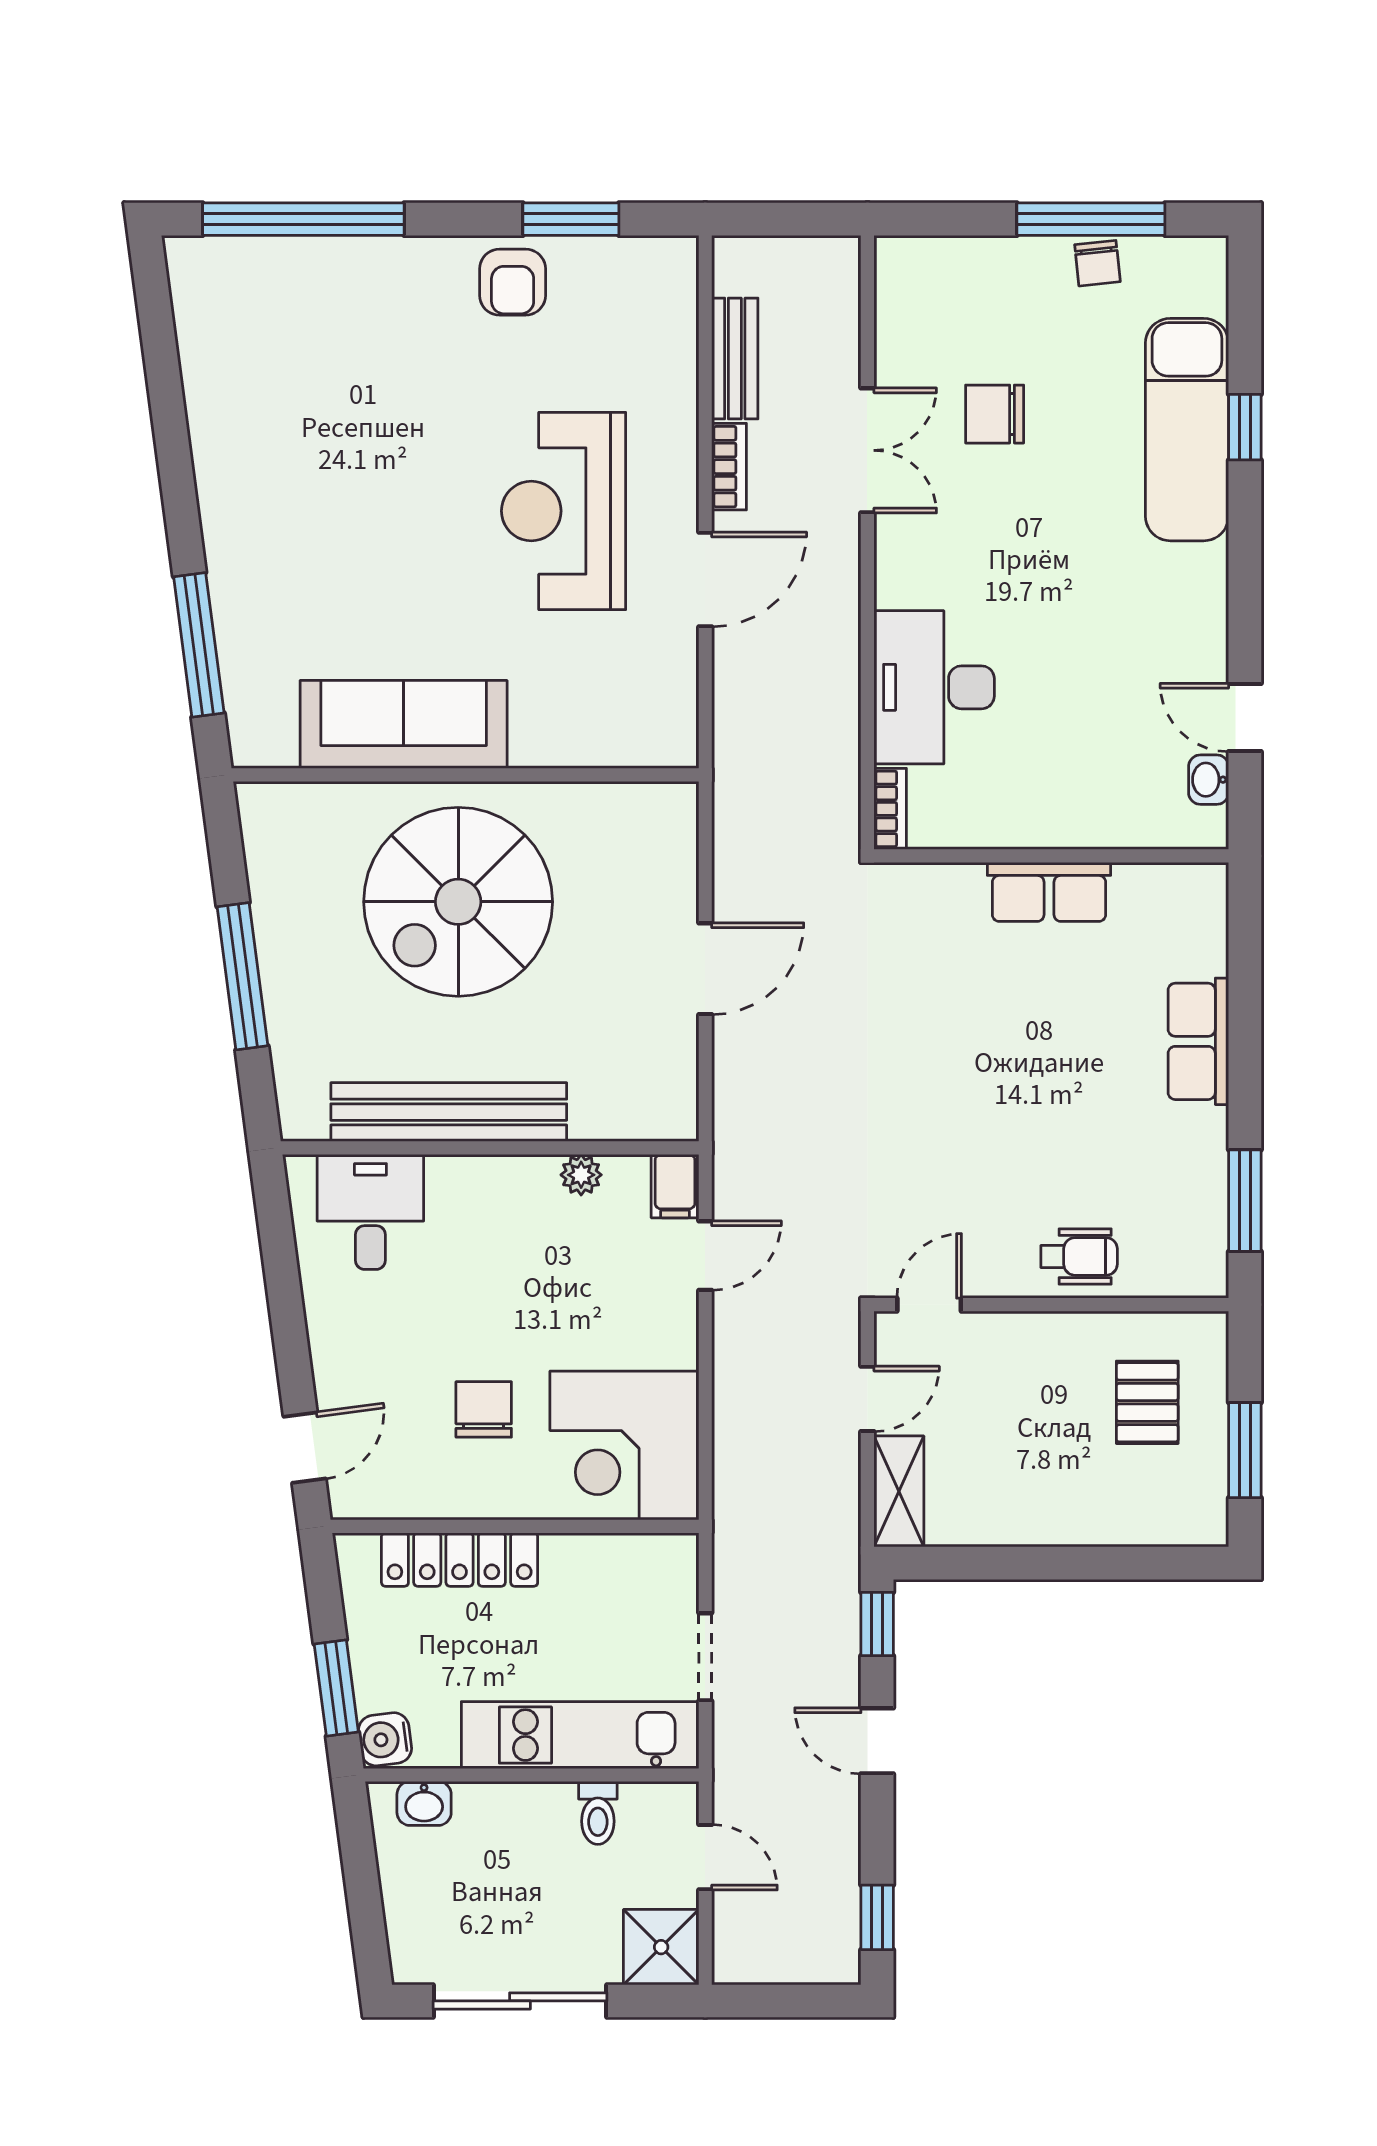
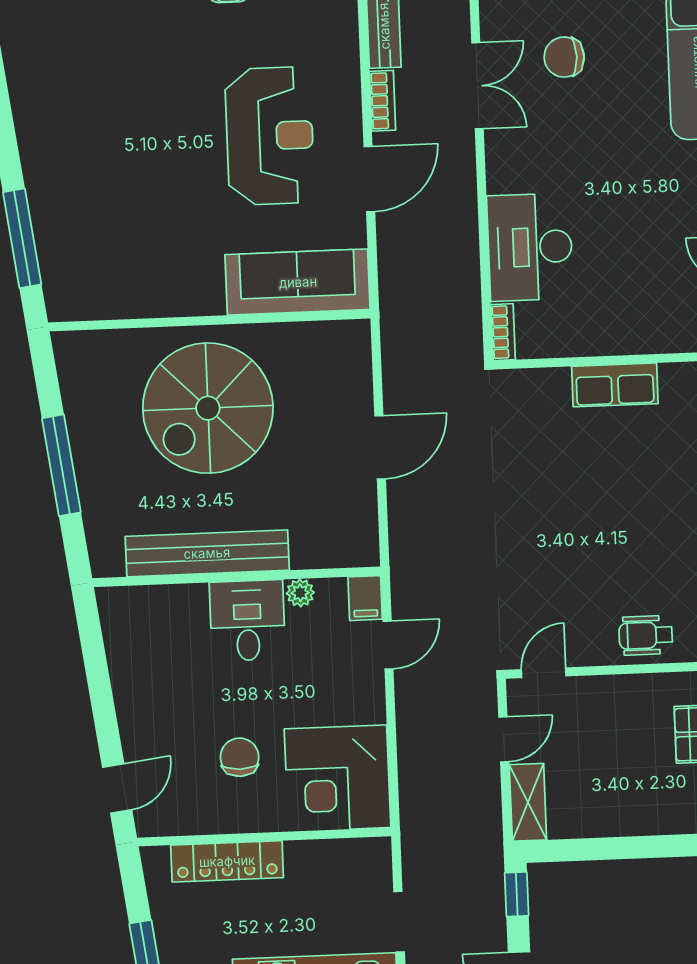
reception desk: (564, 511) -> (270, 136), turned 180
sofa: (404, 724) -> (298, 282), moved
desk: (370, 1212) -> (247, 621), moved
wheelchair: (1079, 1256) -> (646, 635), turned 180

